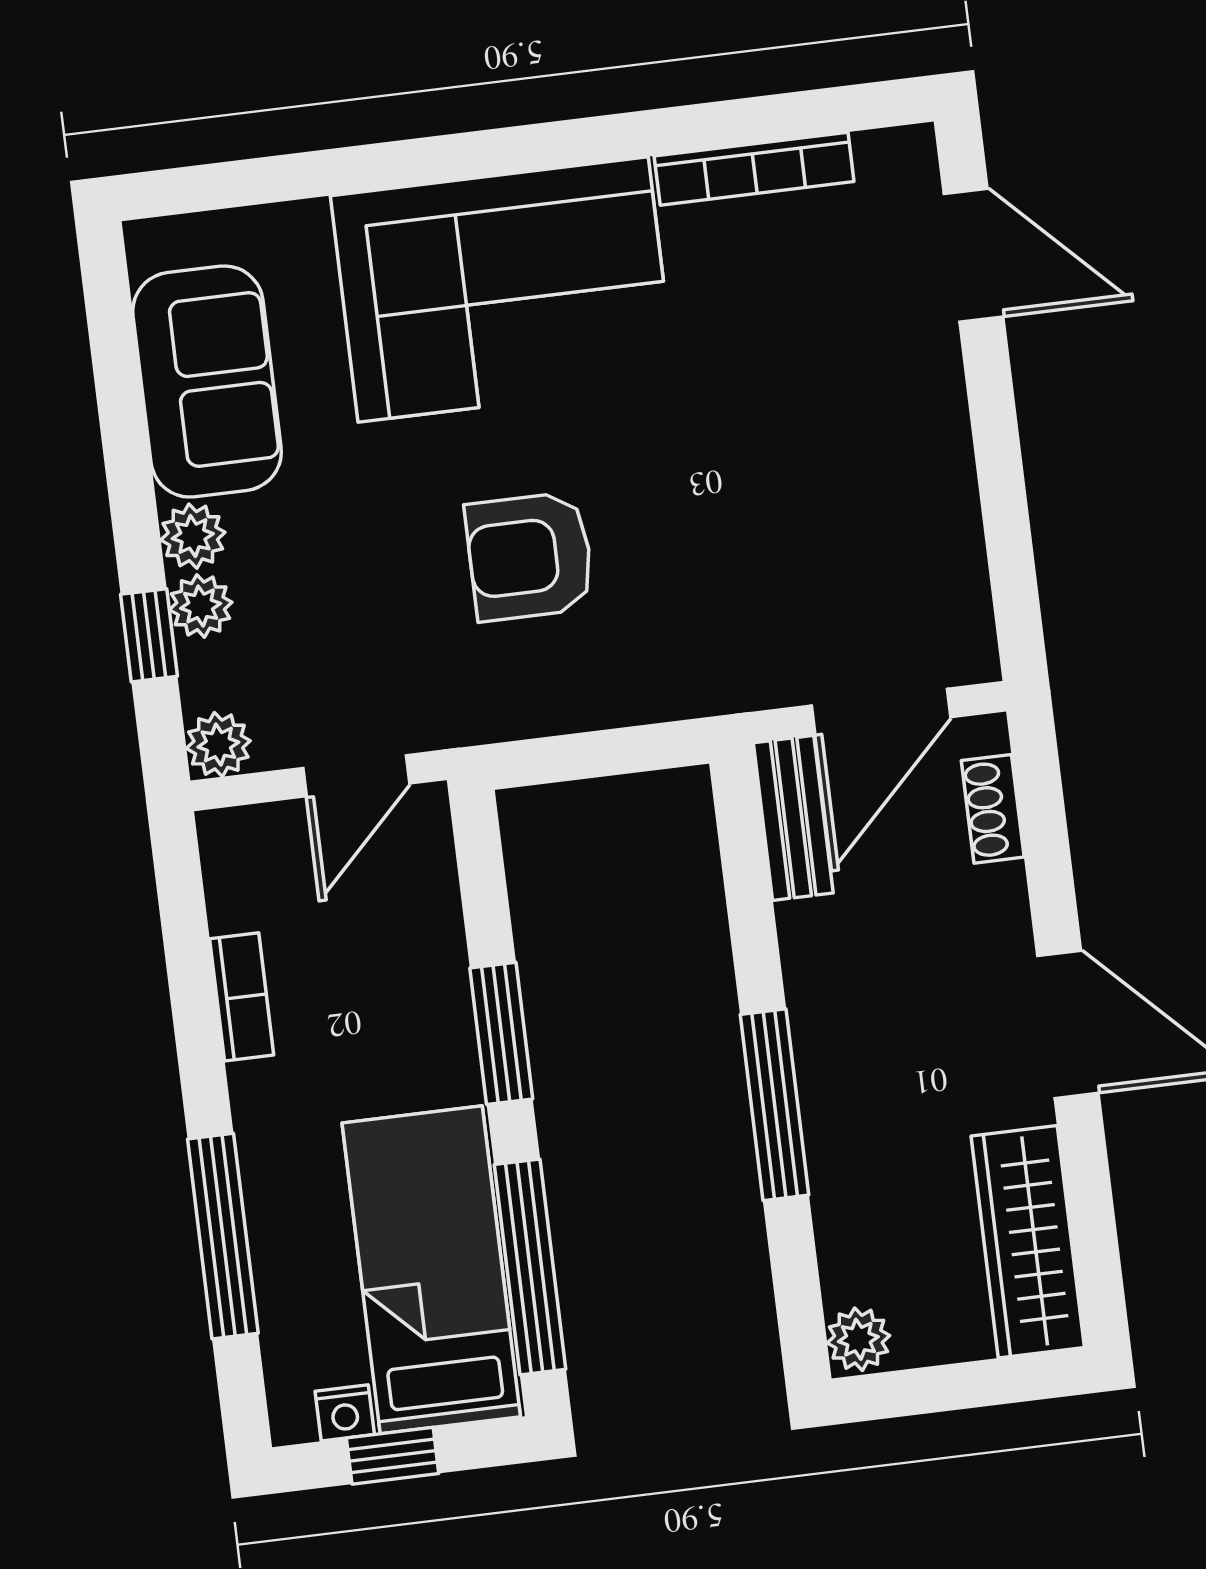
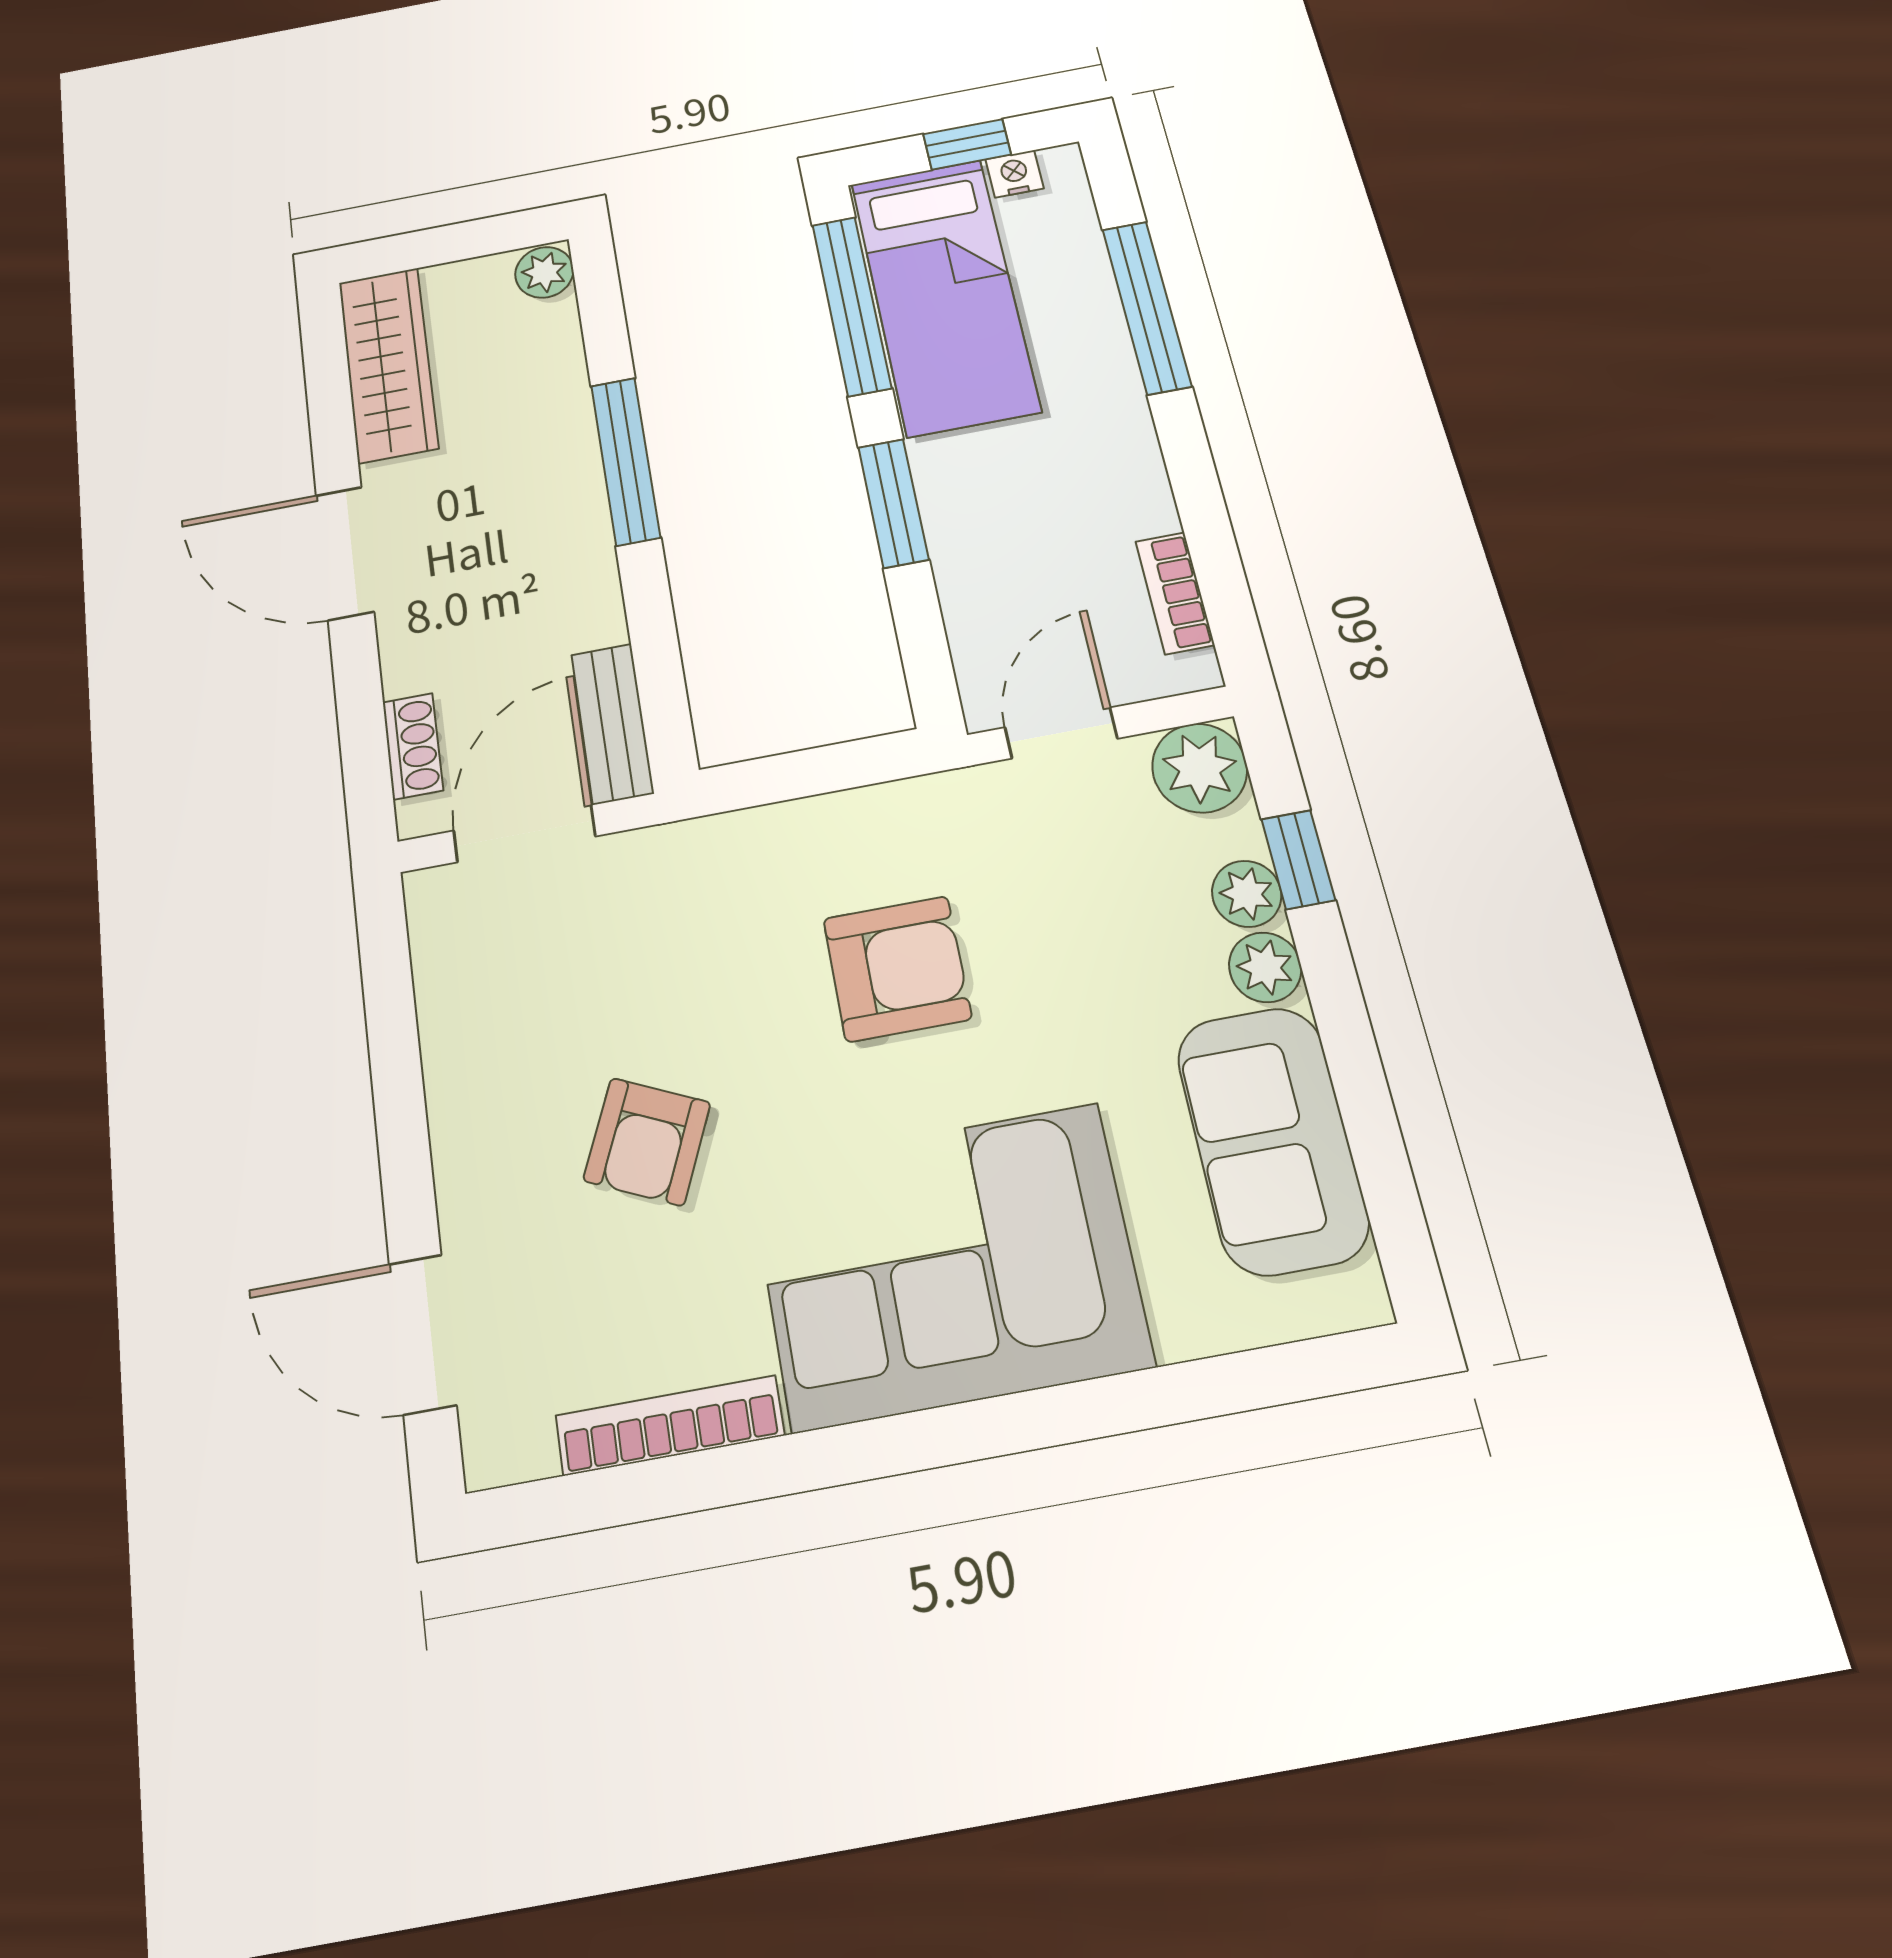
armchair: (768, 412) -> (647, 1141), added
plant: (218, 745) -> (1200, 768), width x1.38, depth x1.38
bookcase: (242, 997) -> (1175, 593), moved

